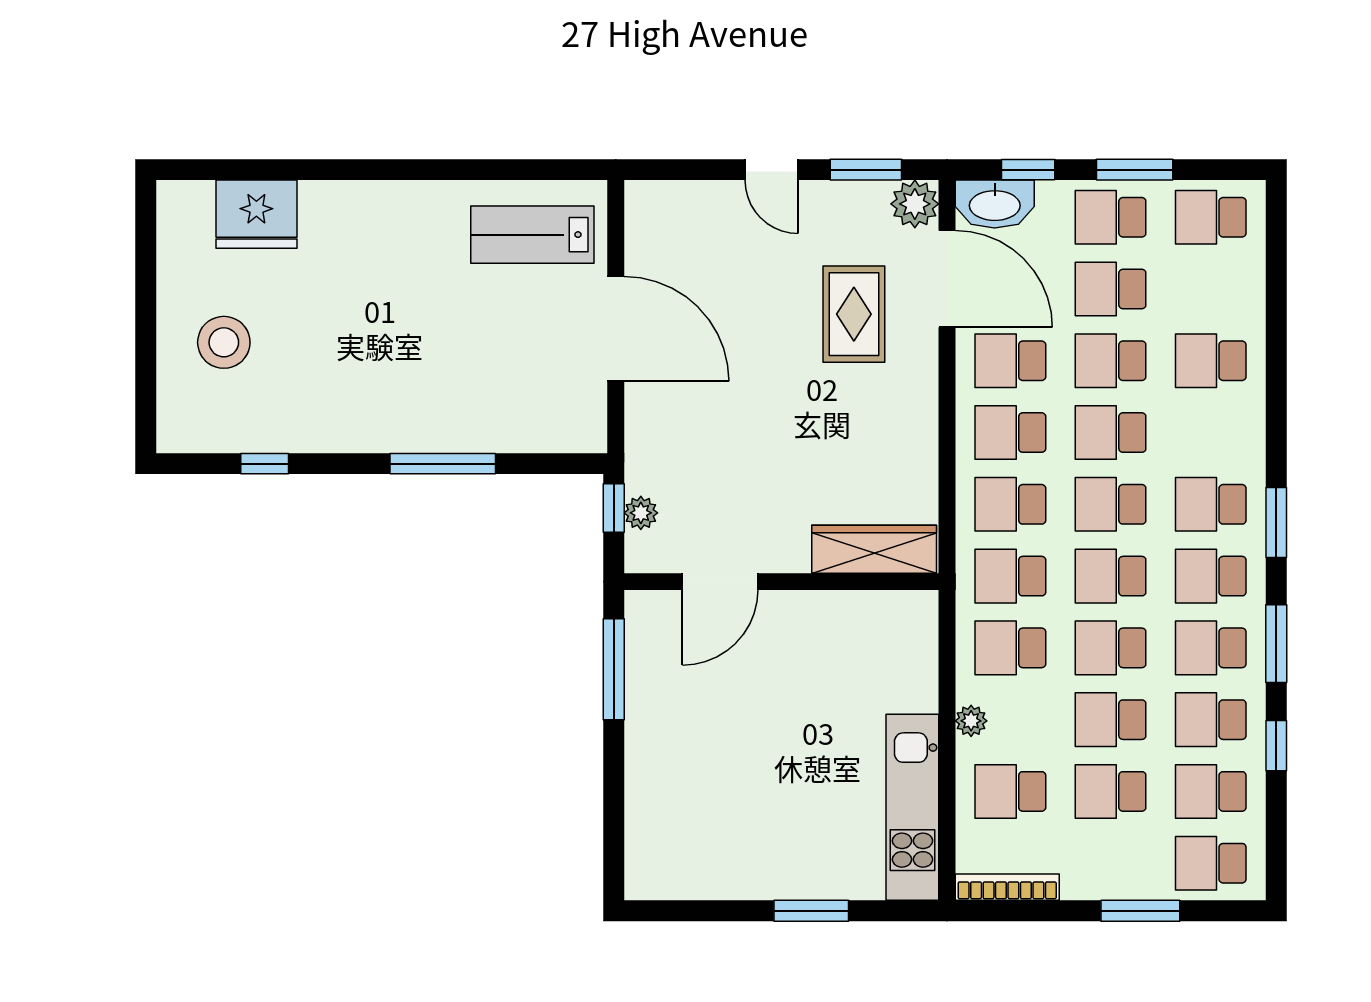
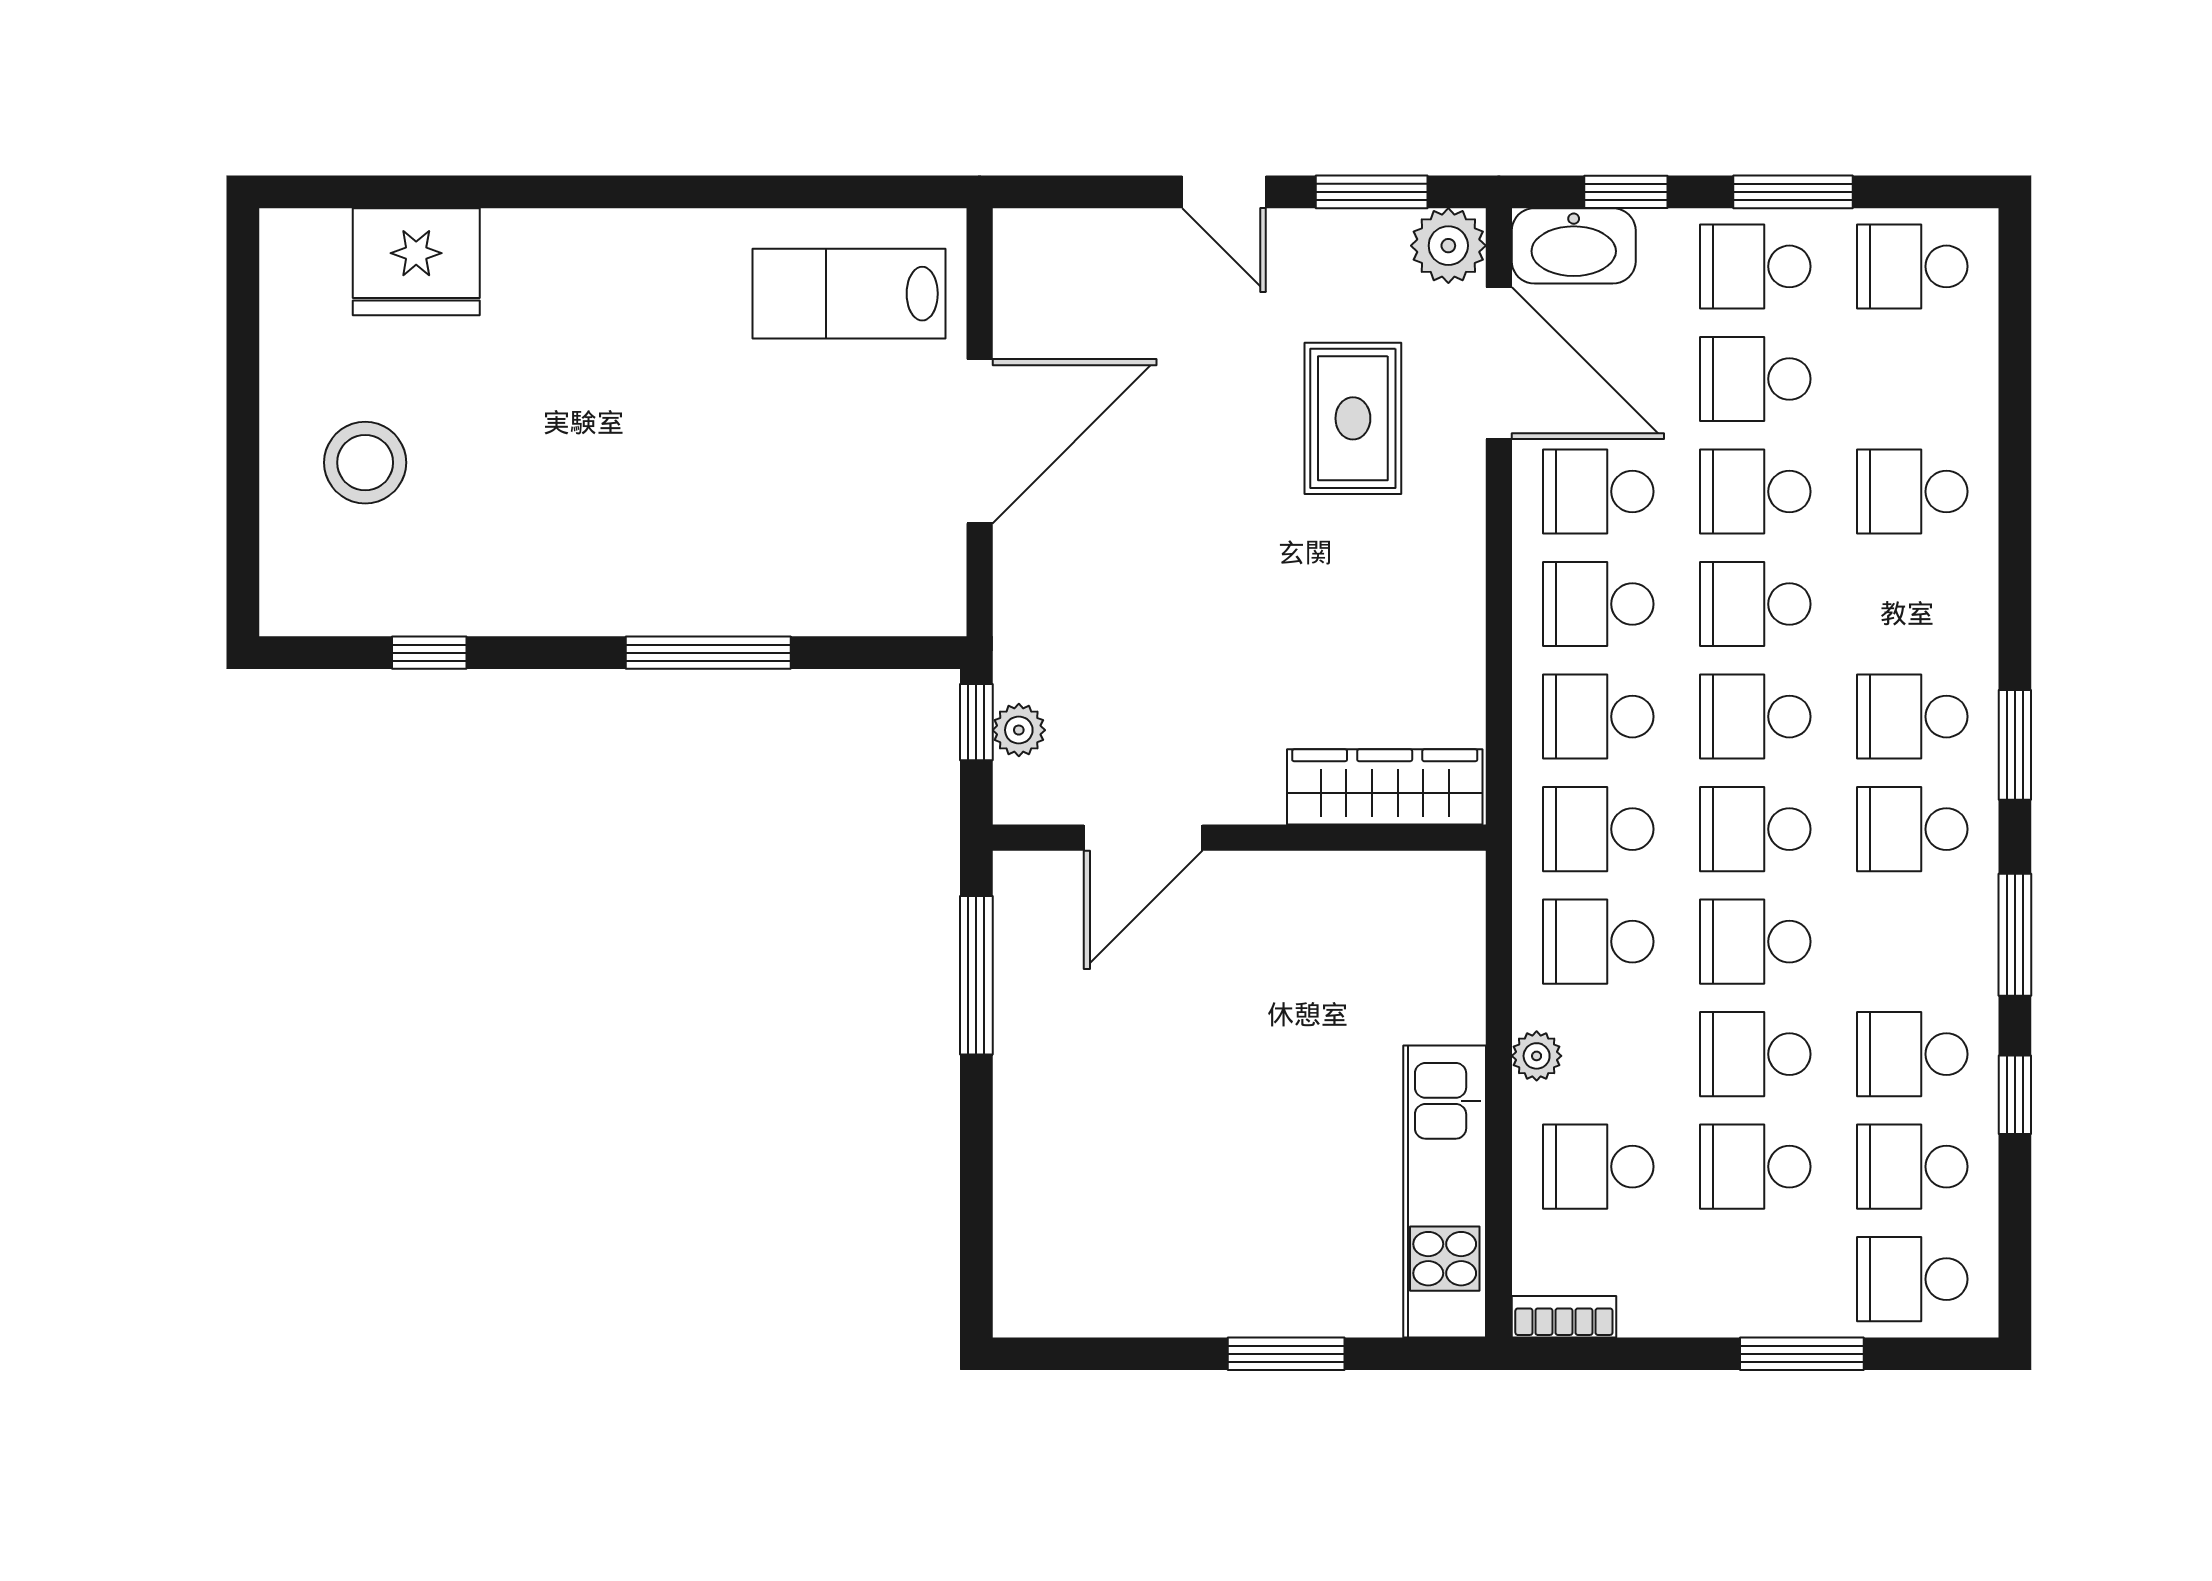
door: (616, 329) -> (980, 441), hinge flipped
school desk: (1211, 648) -> (1912, 942), removed
bookcase: (1007, 887) -> (1564, 1317), width x0.64

